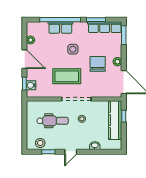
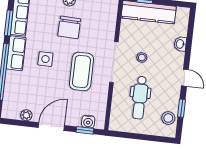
row of seats: (60, 28) -> (16, 53), moved
chair: (98, 64) -> (69, 27), turned -88
dental chair: (53, 121) -> (140, 98), turned 180

